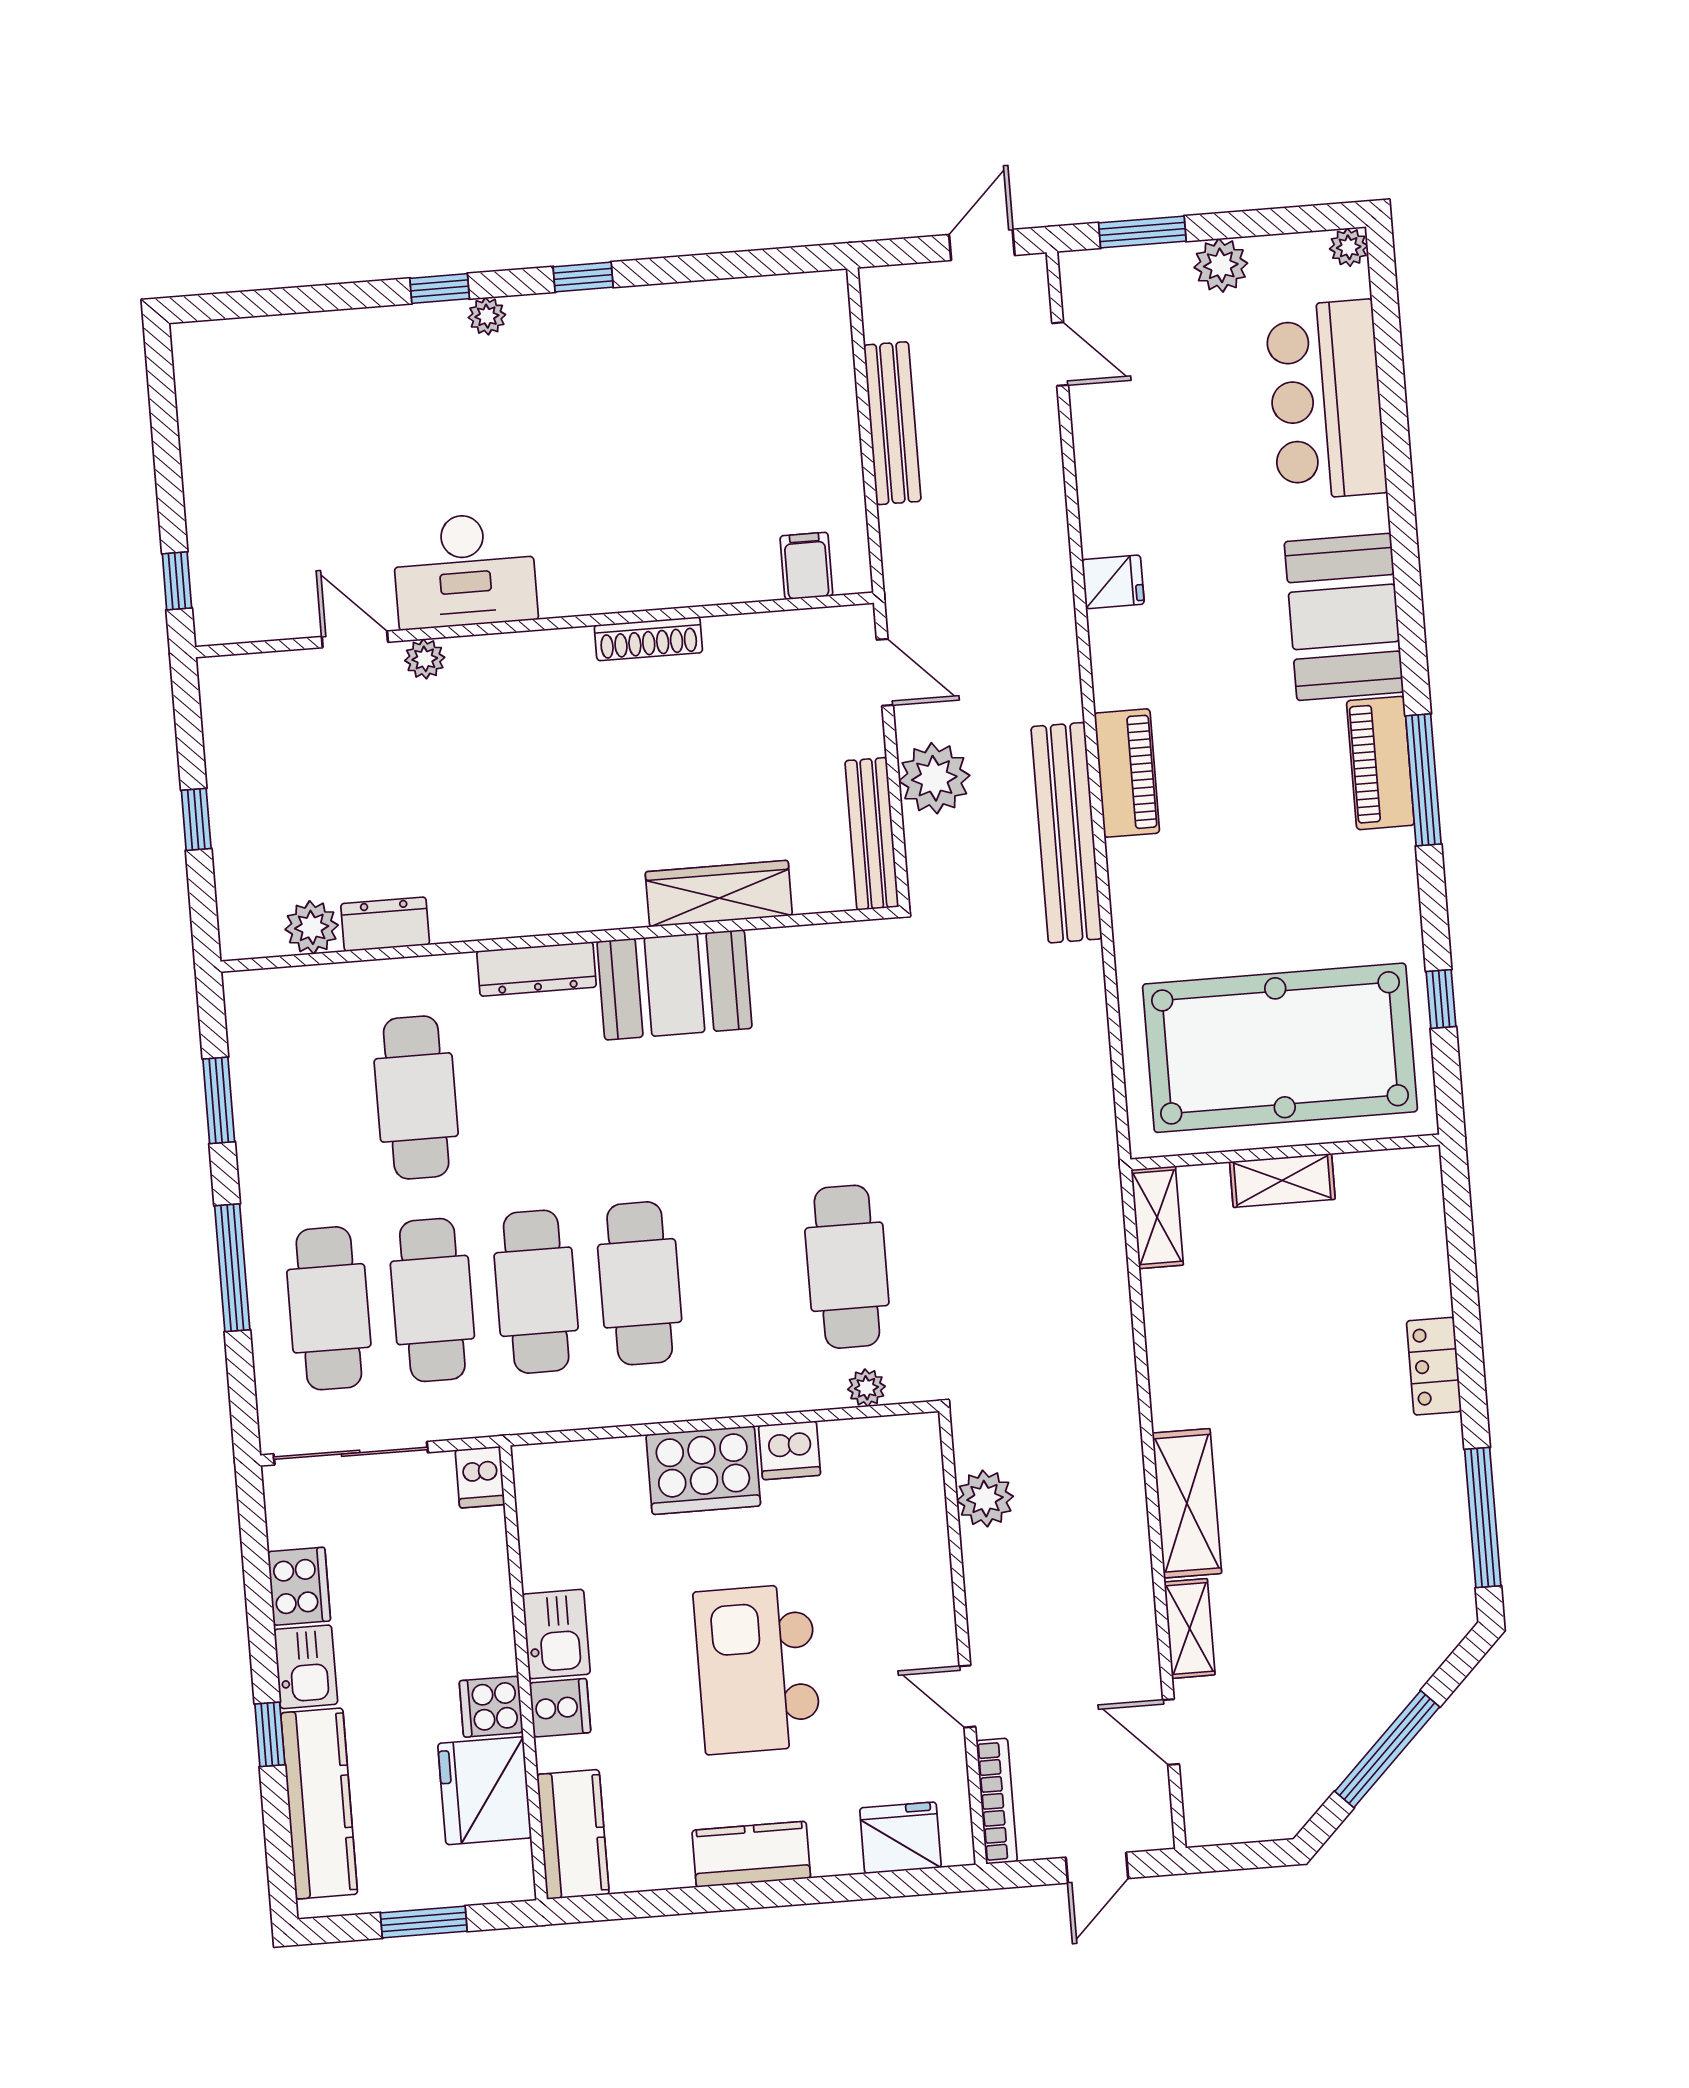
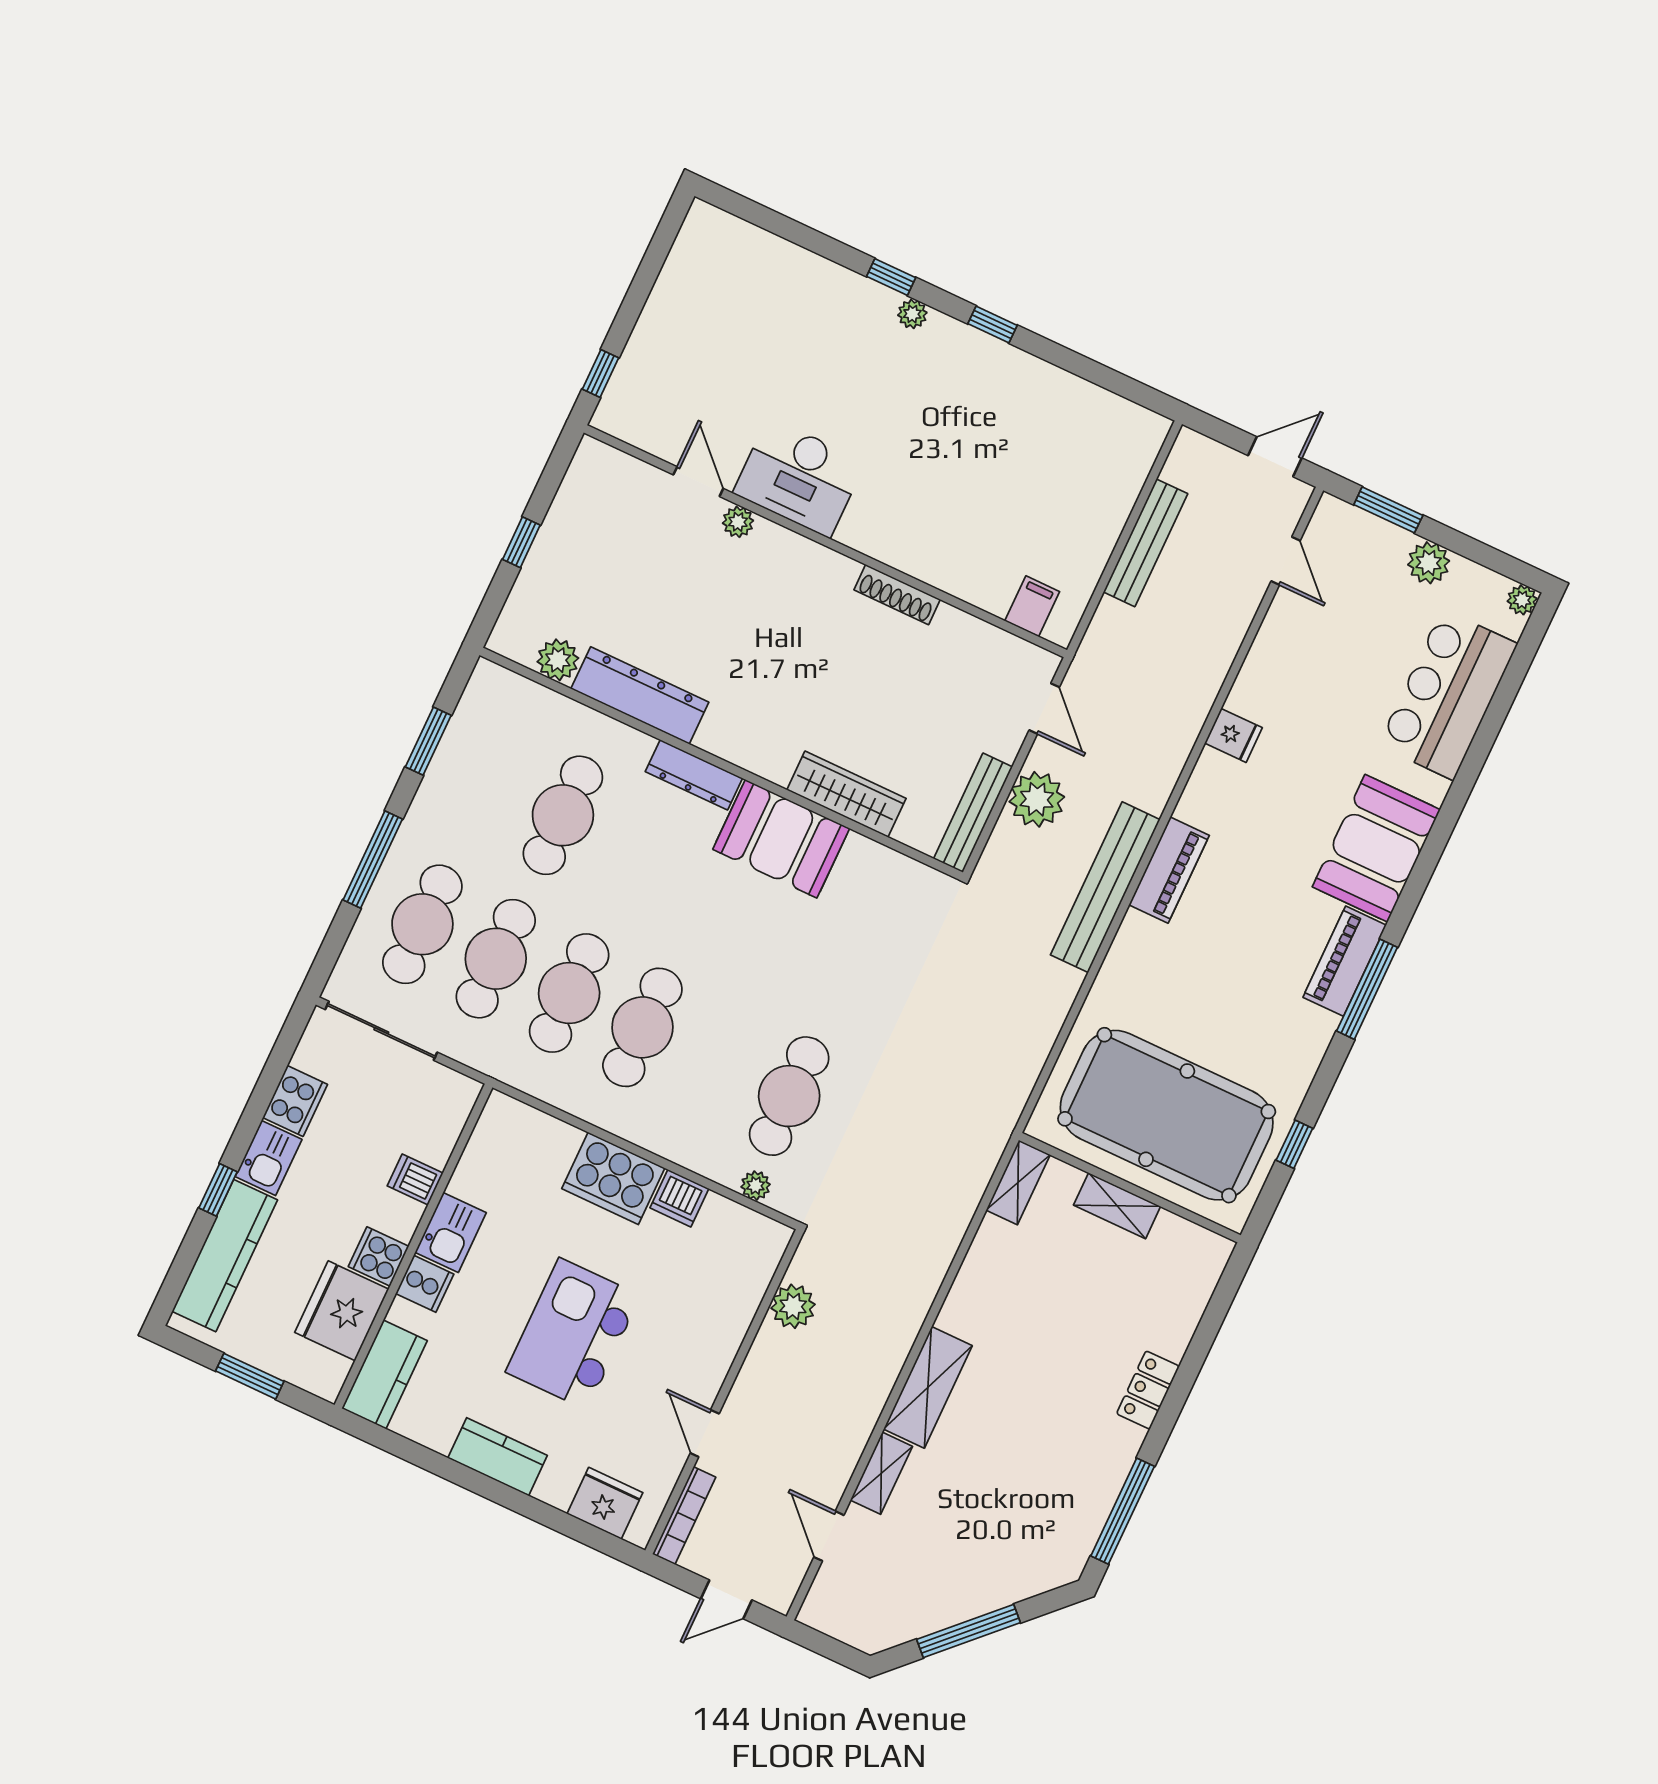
dresser: (385, 924) -> (640, 696), width x1.96, depth x1.24
dishwasher: (480, 1477) -> (415, 1180), moved, turned 90

